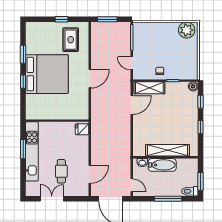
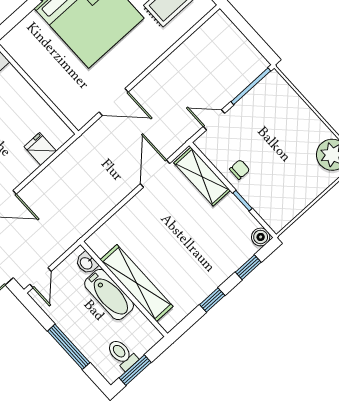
window: (107, 19) -> (245, 28), removed
door: (132, 63) -> (214, 120), hinge flipped
door: (90, 79) -> (114, 102), moved
door: (132, 105) -> (155, 174), swing flipped
fridge: (82, 129) -> (40, 149), moved
toilet: (190, 191) -> (122, 354), moved

